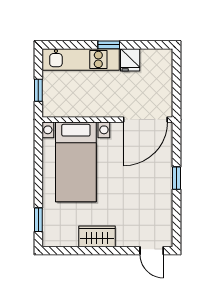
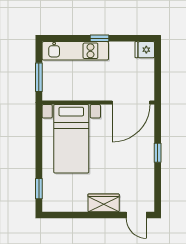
fridge: (130, 60) -> (145, 50), moved, turned 90
window: (38, 90) -> (39, 77), width x1.50
wardrobe: (97, 236) -> (104, 203), moved

